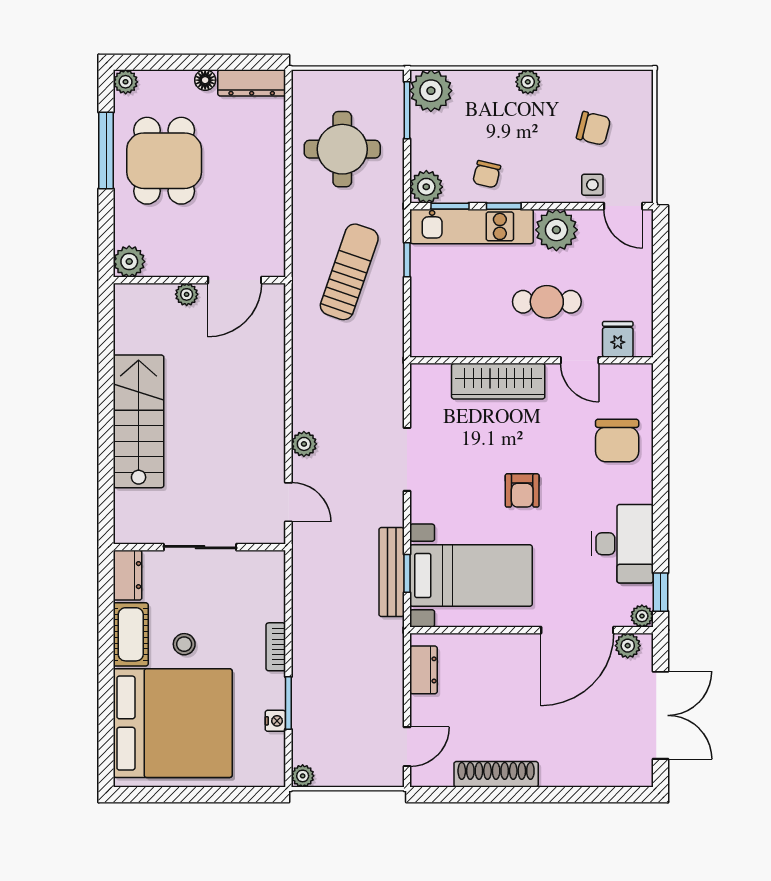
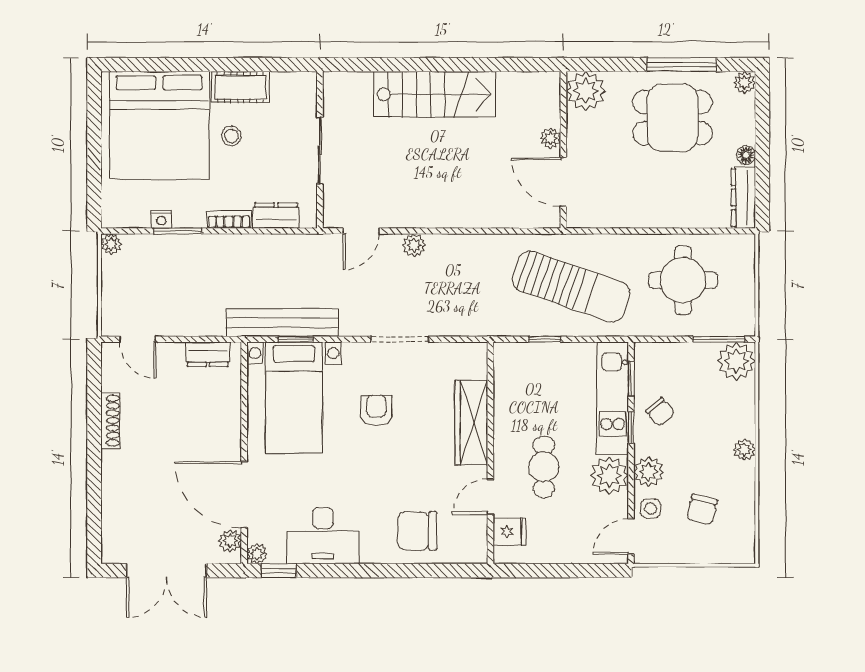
chair: (487, 174) -> (660, 412), turned -143
plant: (426, 187) -> (649, 472), moved
window: (407, 260) -> (545, 339), moved
plant: (129, 262) -> (586, 91), width x1.36, depth x1.36
sun lounger: (349, 272) -> (571, 287), width x1.36, depth x1.34
armchair: (522, 490) -> (376, 411), moved, turned 90
bench: (392, 572) -> (282, 323), width x1.37, depth x1.21
dresser: (128, 575) -> (276, 215), moved, turned 180
shoe rack: (496, 774) -> (110, 421), width x0.74, depth x0.81

